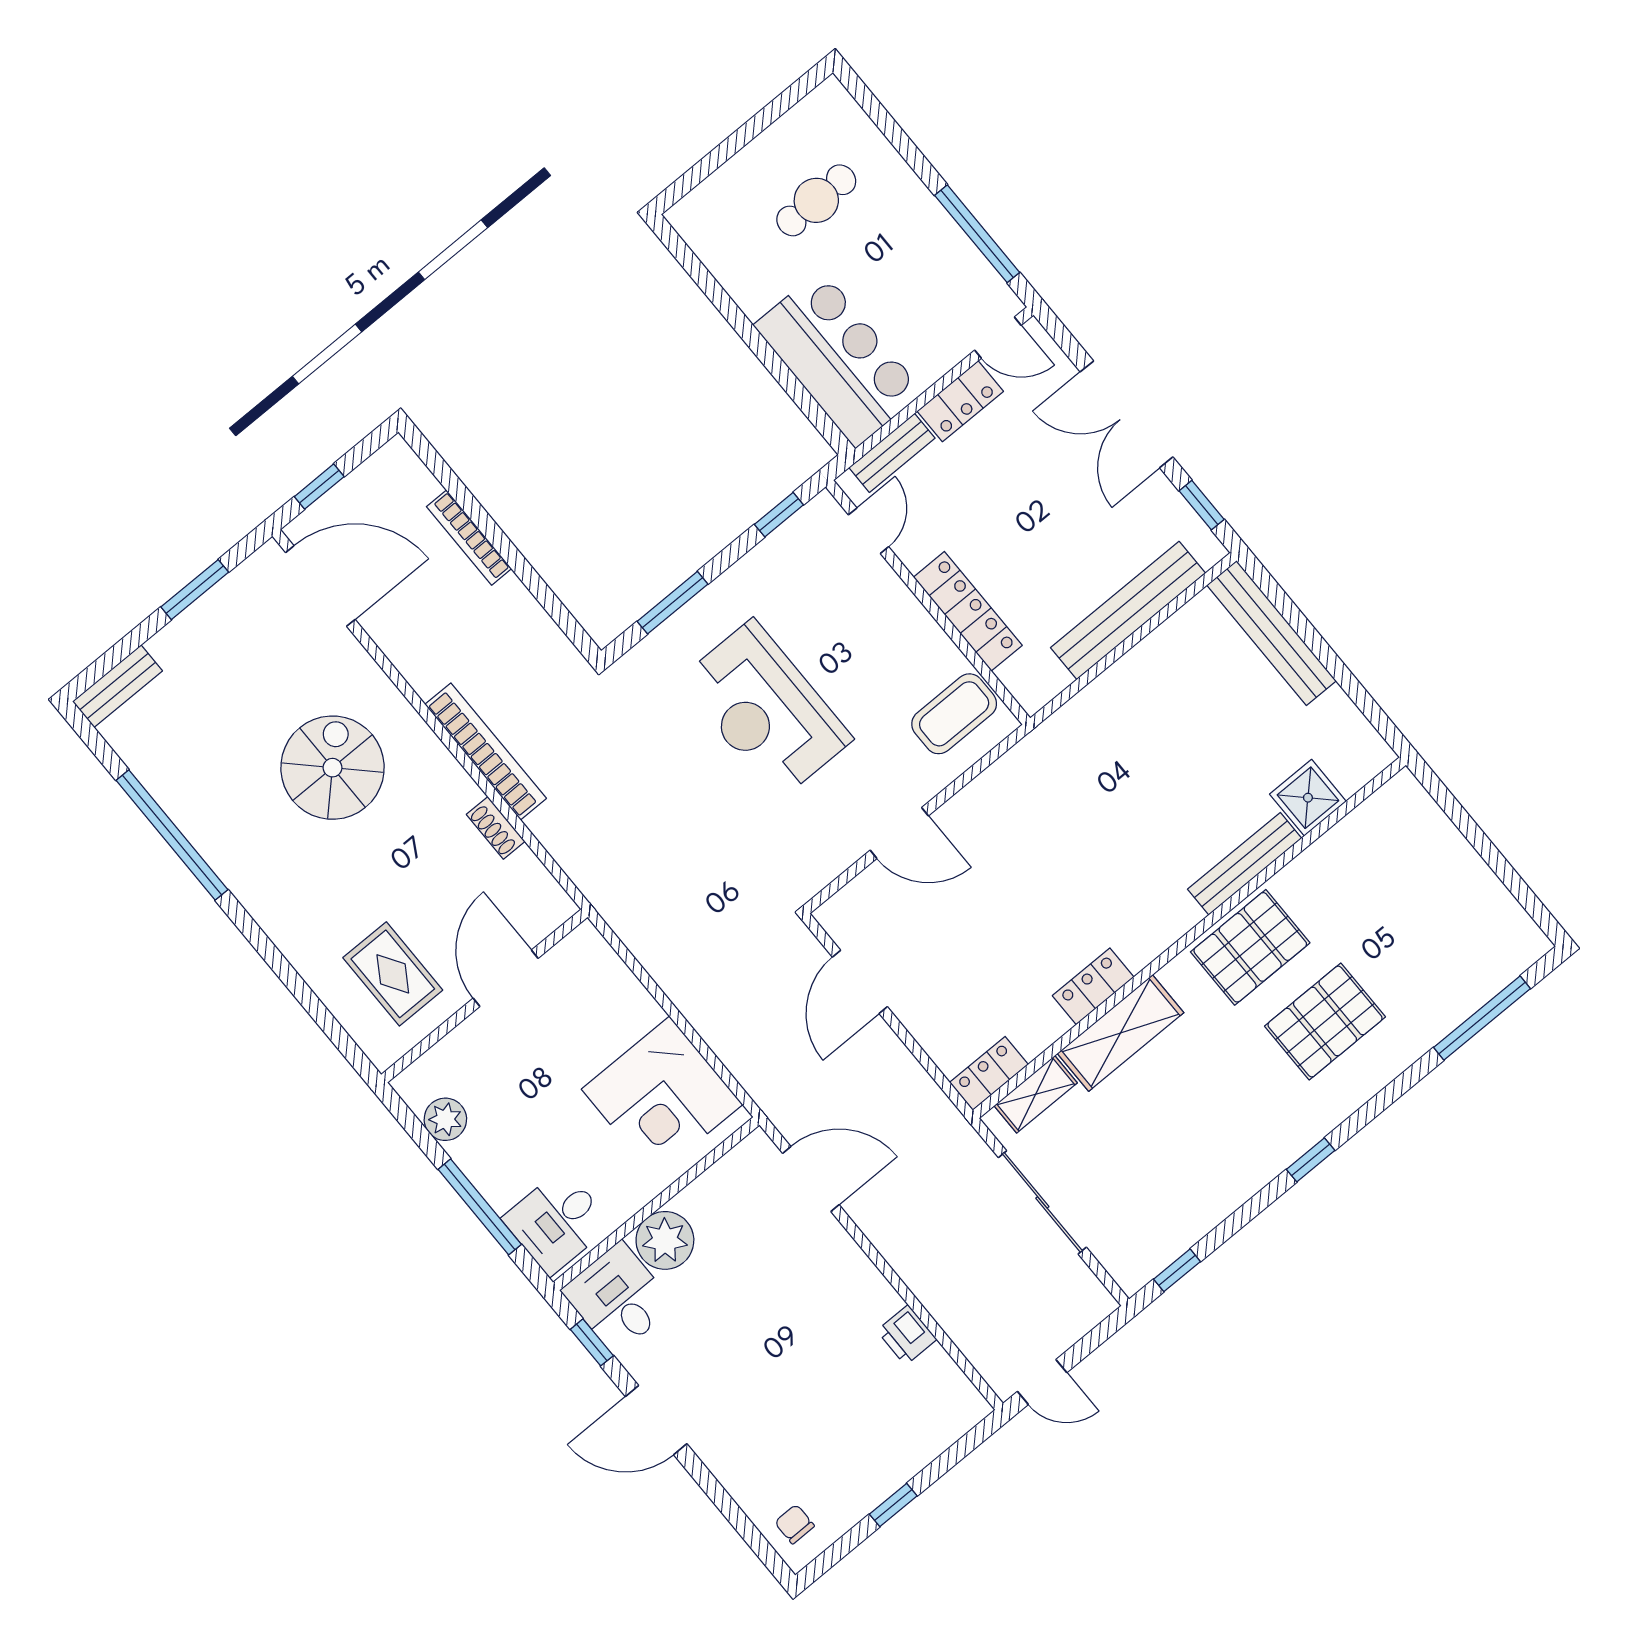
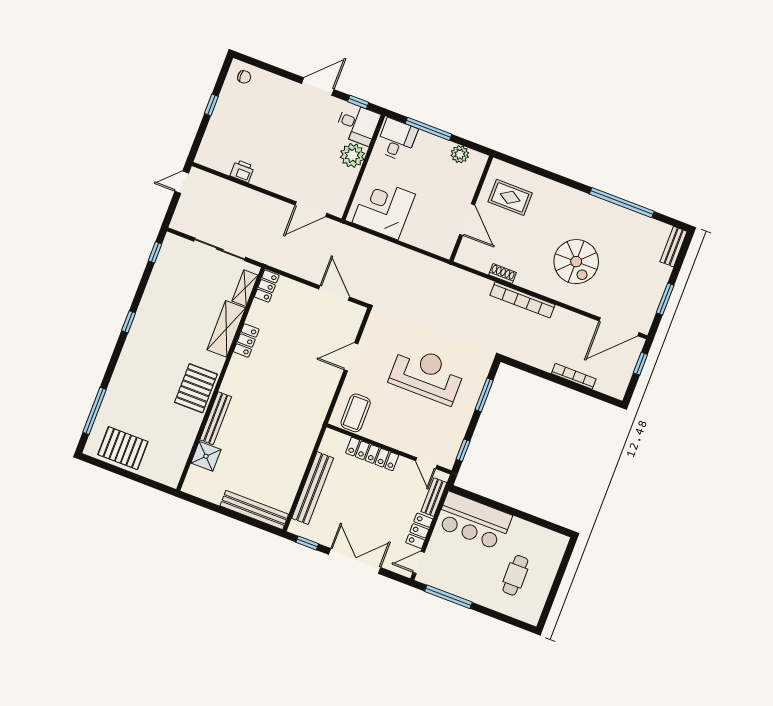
pallet: (1325, 1022) -> (123, 448), moved, turned 90

